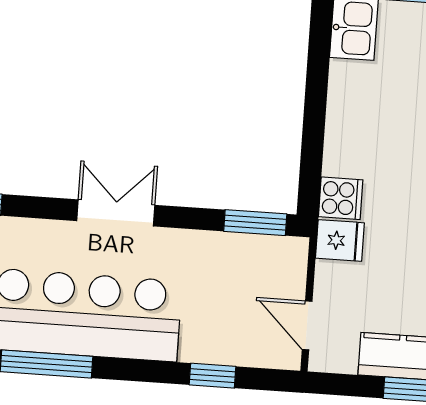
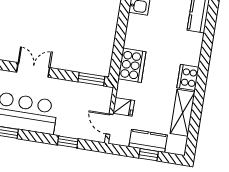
cooker: (341, 198) -> (132, 65), width x1.87, depth x1.31
fridge: (340, 240) -> (124, 107), moved

